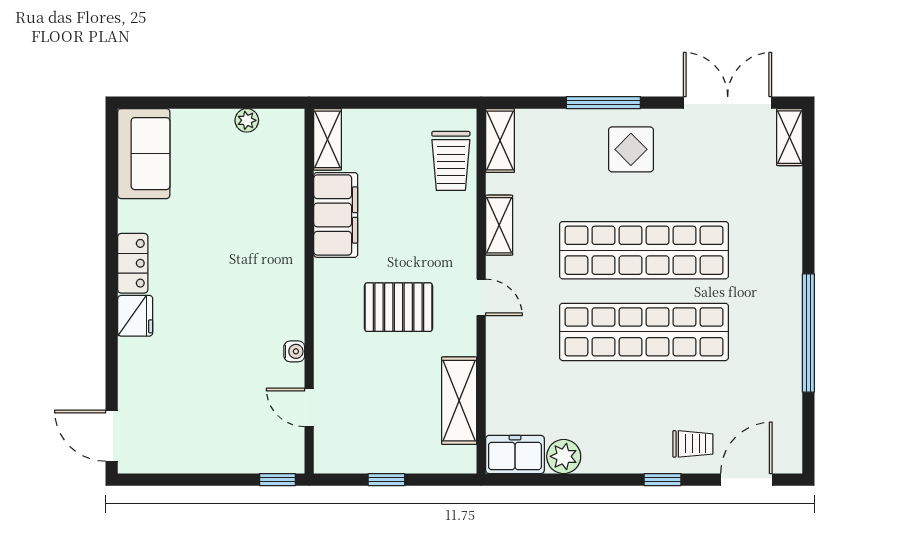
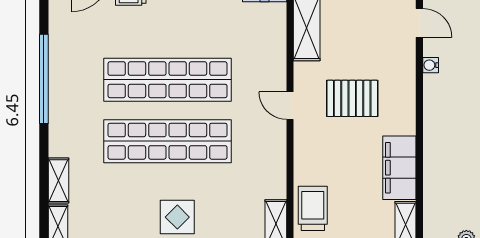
shelving: (499, 225) -> (58, 181), moved

